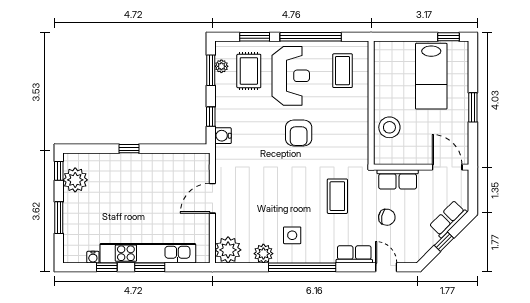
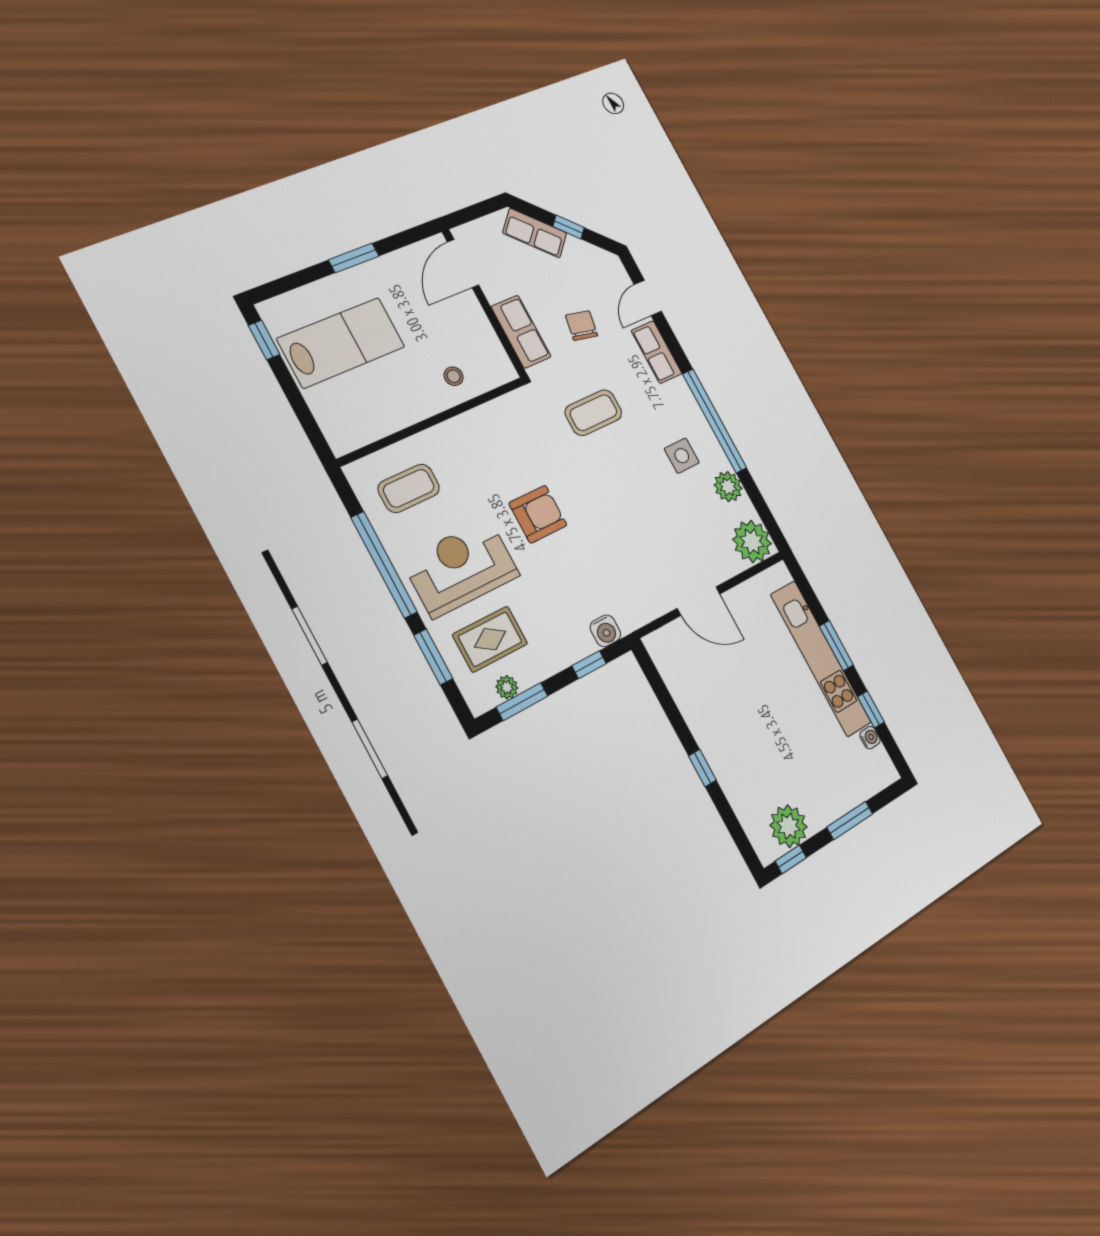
stool: (389, 127) -> (454, 376), width x0.53, depth x0.53

